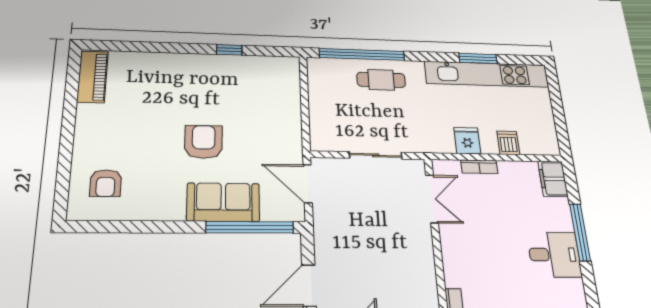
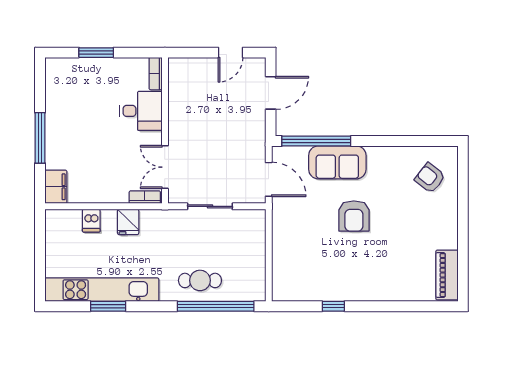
bookcase: (479, 167) -> (145, 197), moved
armchair: (106, 183) -> (430, 178), turned -52
desk: (554, 255) -> (141, 111), moved, turned 180

